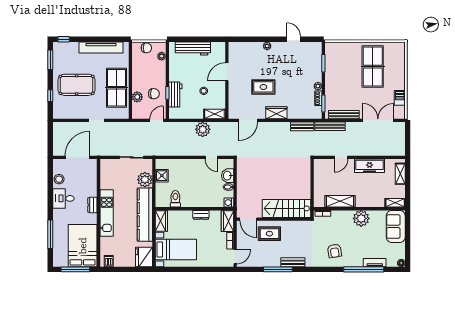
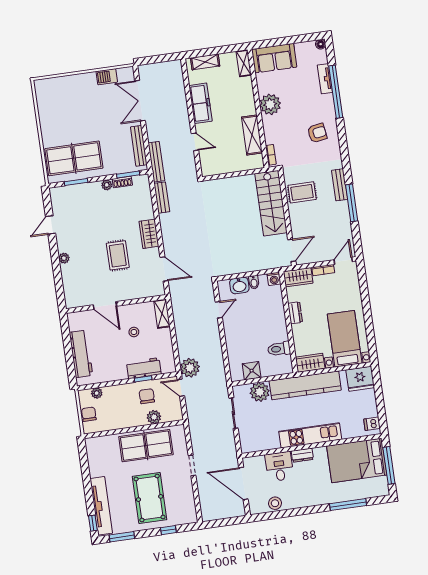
tv unit: (101, 47) -> (101, 506), moved
table tennis table: (373, 67) -> (74, 158), moved
plant: (203, 129) -> (190, 368), moved
desk: (63, 198) -> (279, 467), moved, turned 180
rug: (269, 234) -> (302, 192), moved, turned 90
door: (235, 257) -> (343, 261), hinge flipped

